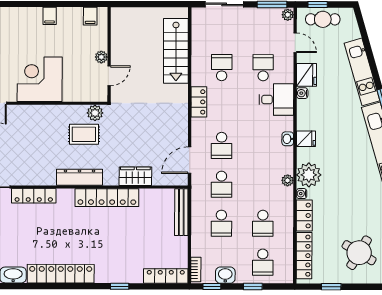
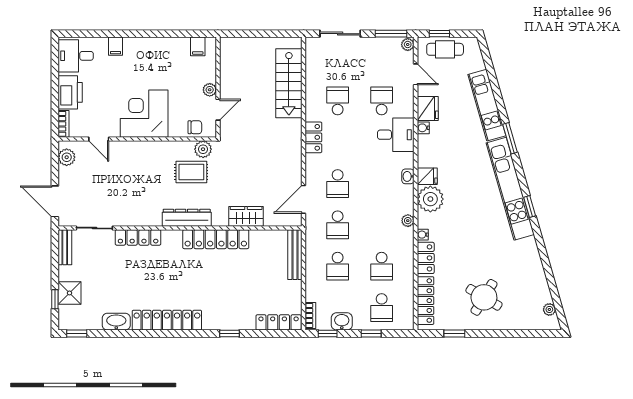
filing cabinet: (50, 16) -> (116, 46), moved
chair: (87, 92) -> (195, 127), added
plant: (309, 175) -> (430, 199), moved

